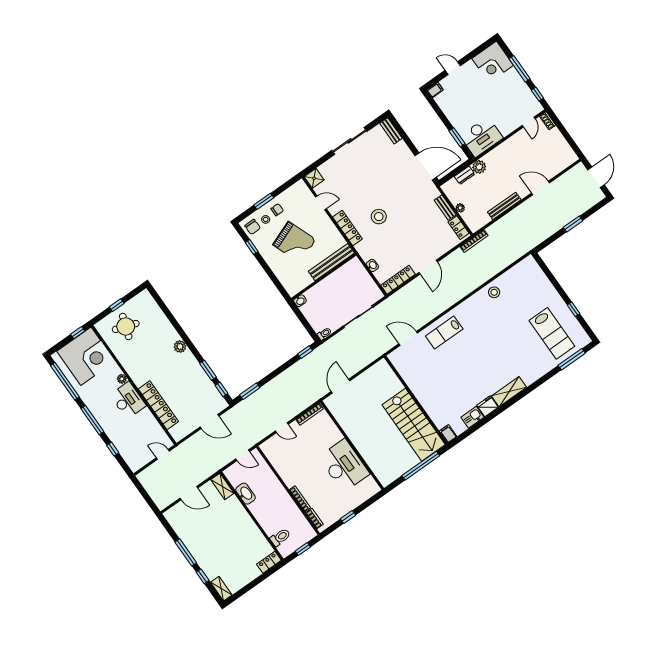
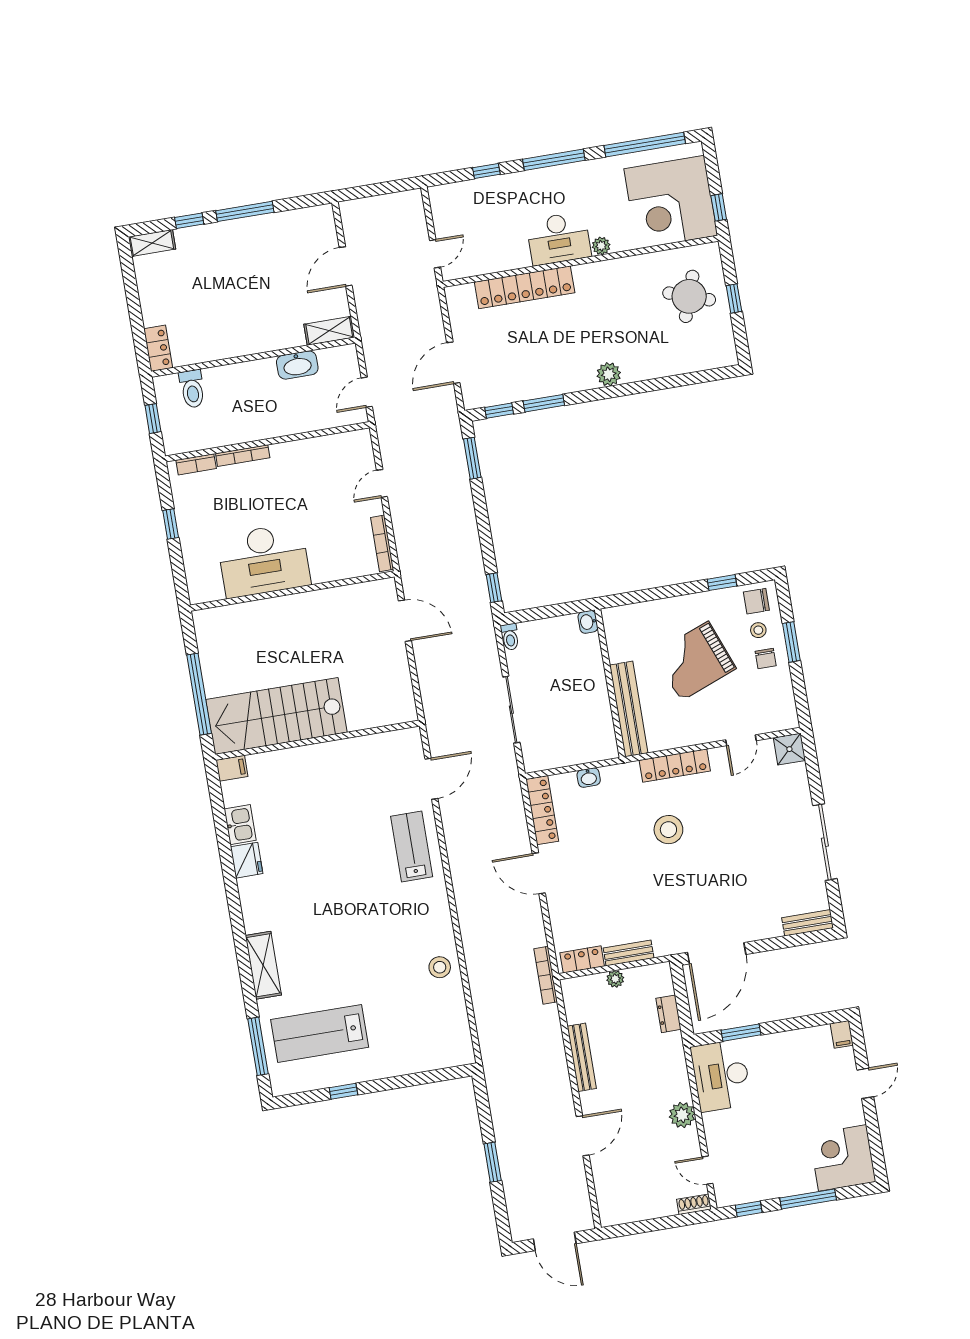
plant: (479, 167) -> (682, 1115), moved
shelving: (509, 392) -> (263, 965), moved

